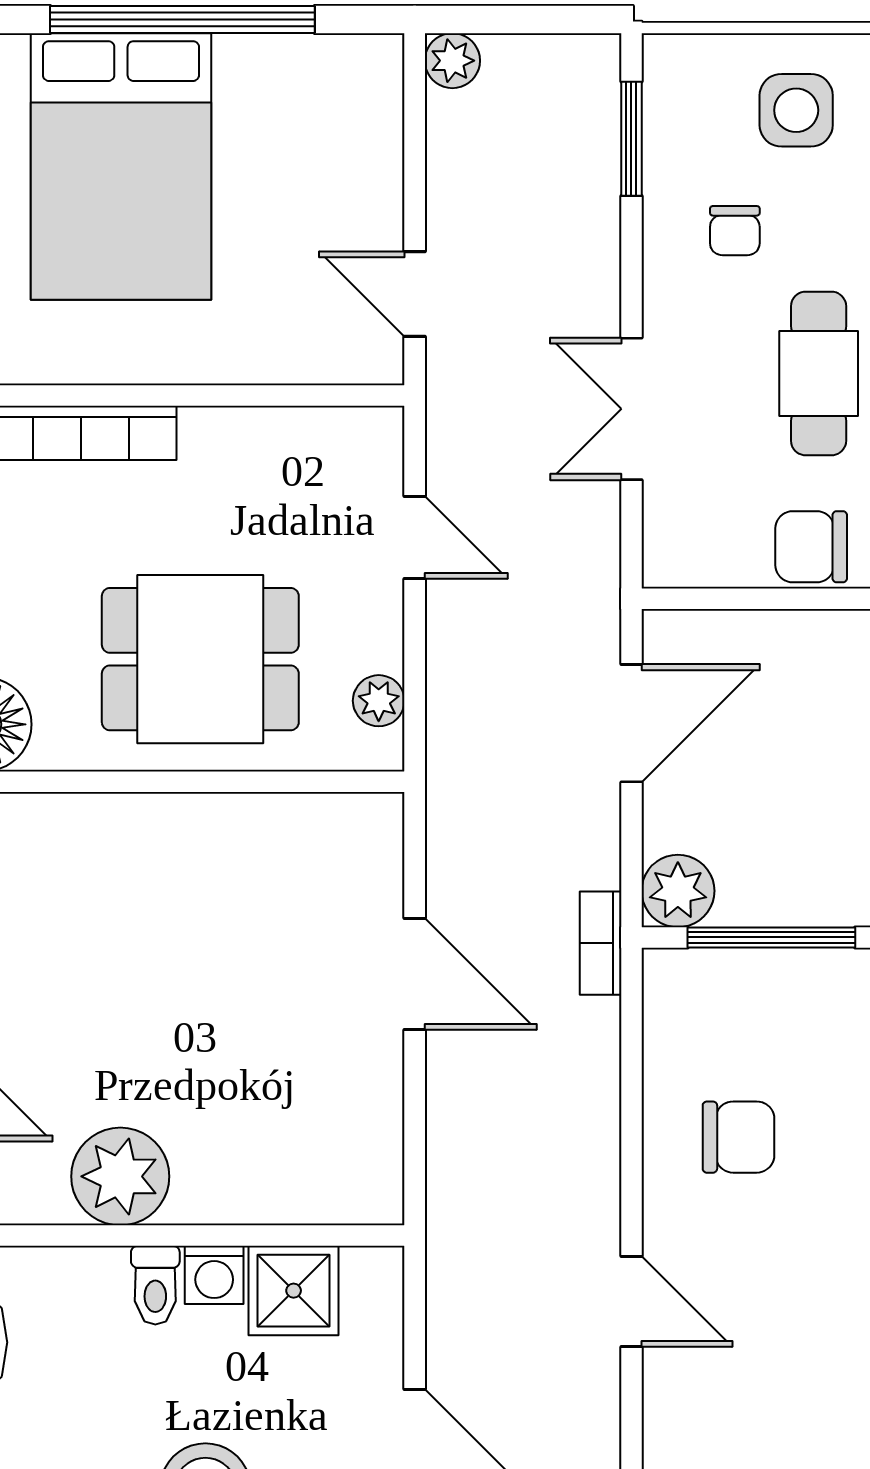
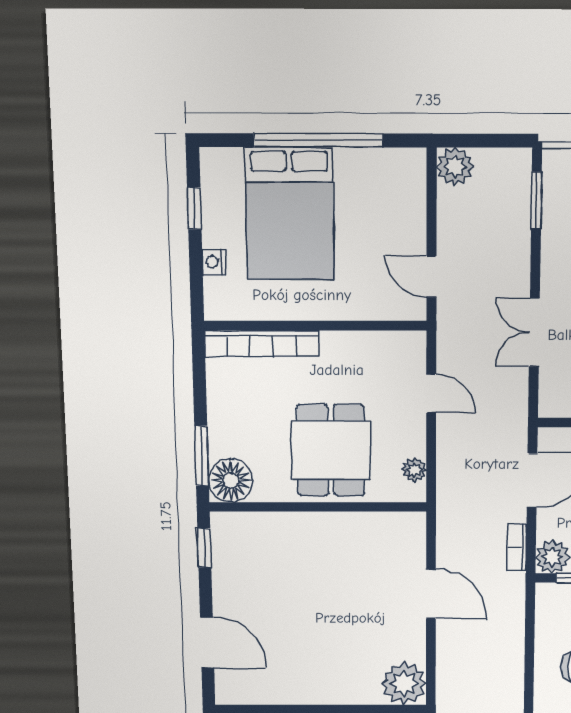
plant: (452, 61) -> (455, 166), width x1.38, depth x1.38
dining table: (200, 659) -> (331, 450), turned 90
bookcase: (601, 943) -> (517, 547), moved
plant: (120, 1176) -> (404, 683), moved

